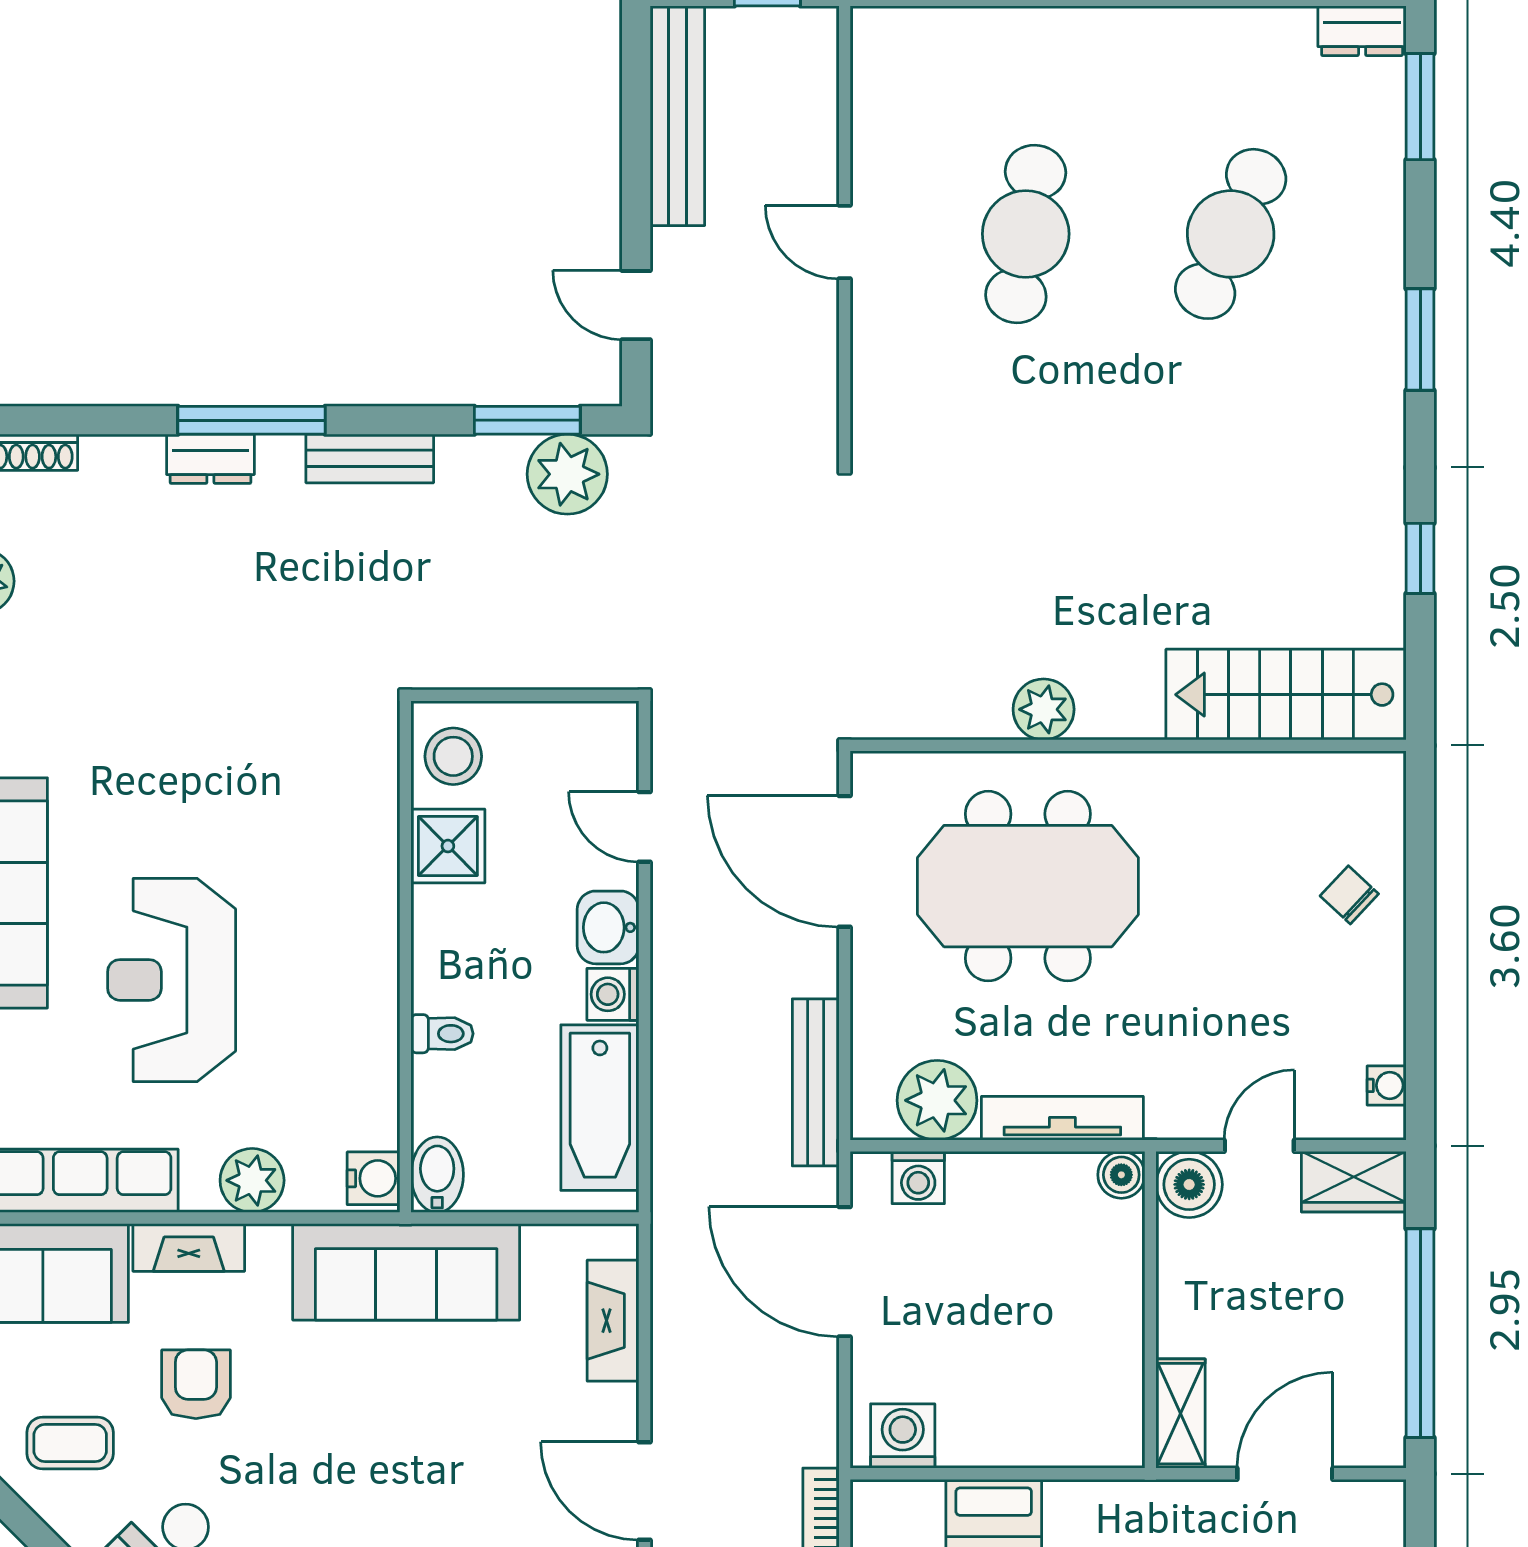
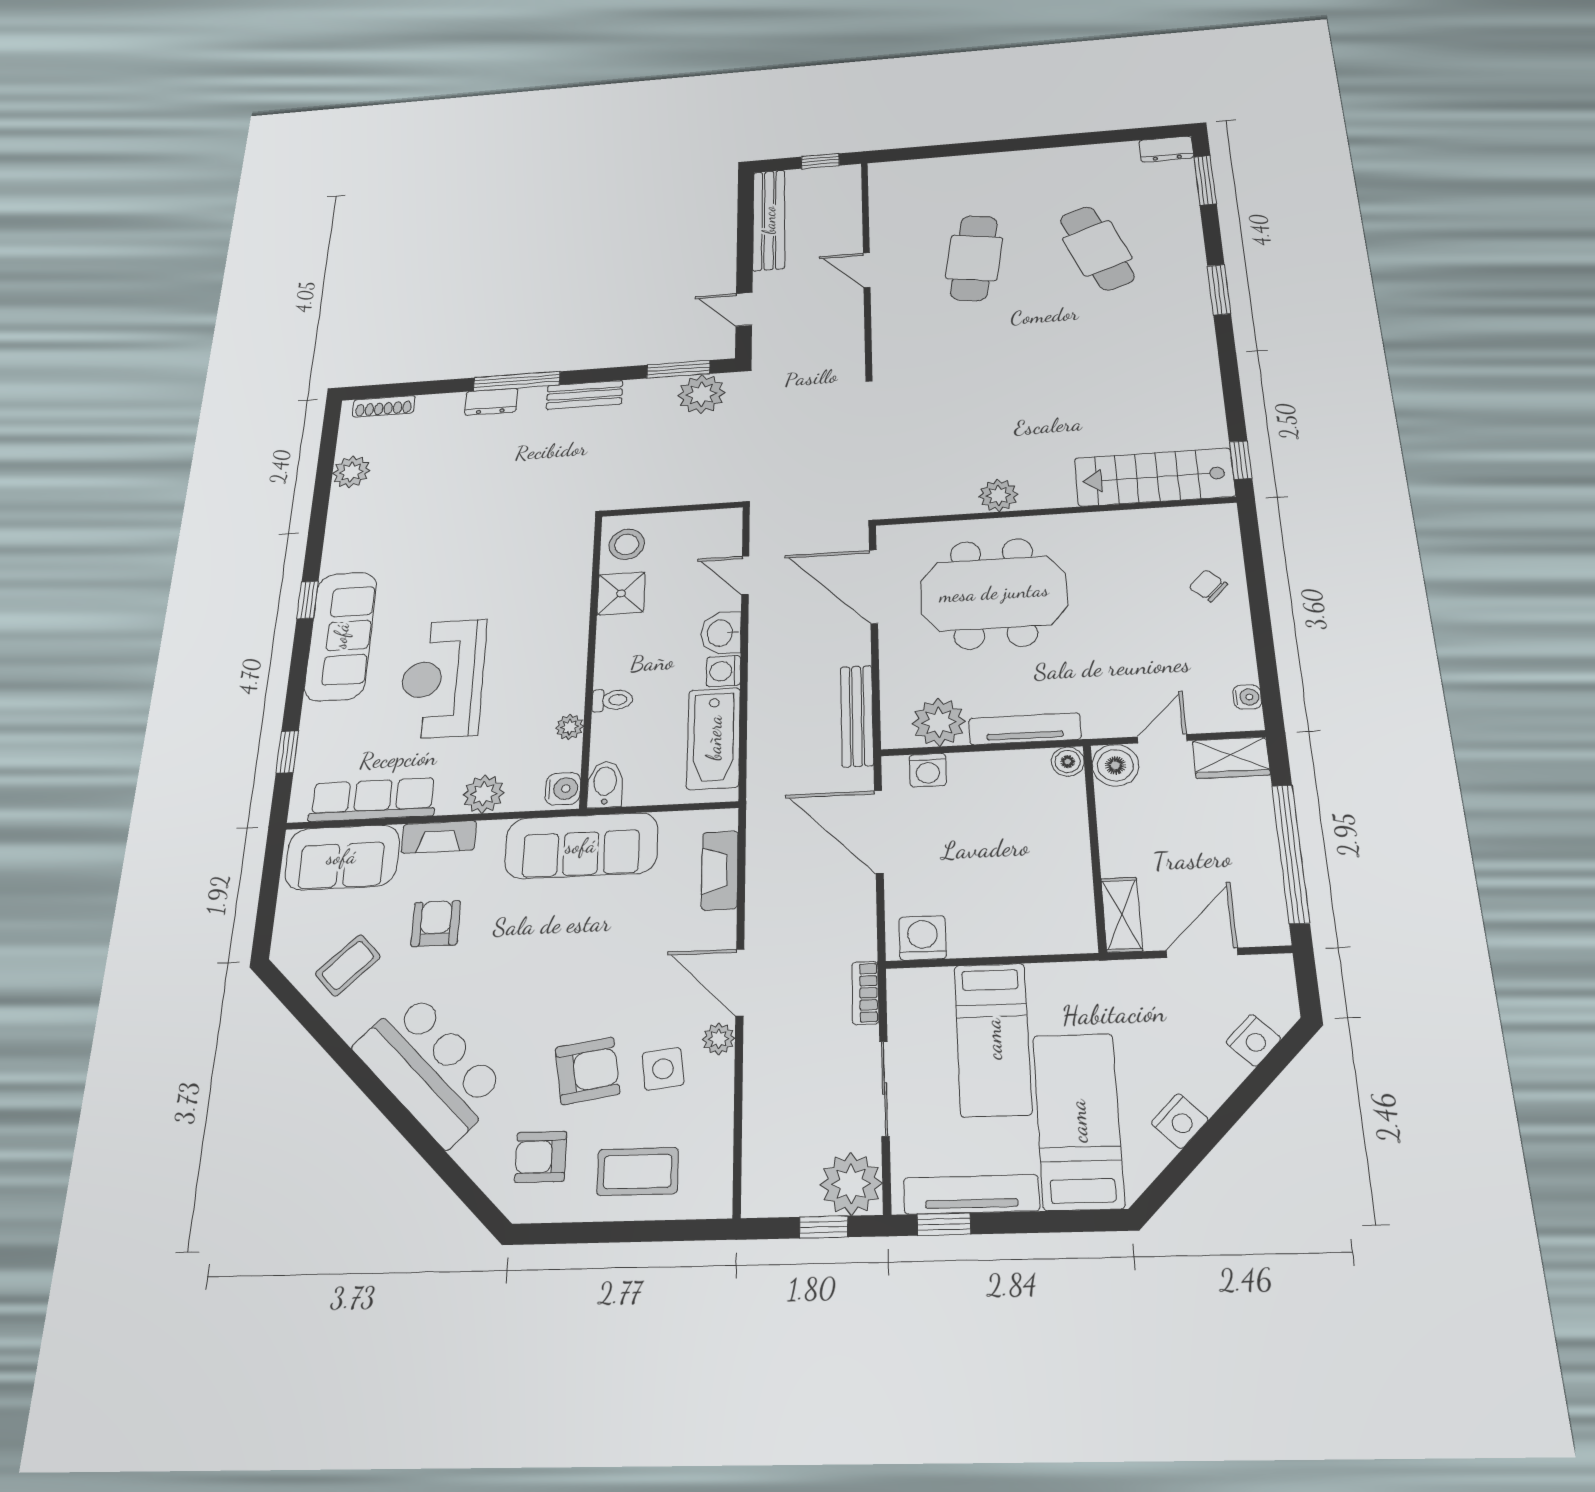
cafe table: (1231, 234) -> (1097, 248), turned -45
window: (1420, 558) -> (1241, 460), moved
plant: (378, 1076) -> (570, 727), added
coffee table: (70, 1443) -> (348, 965), turned -43

